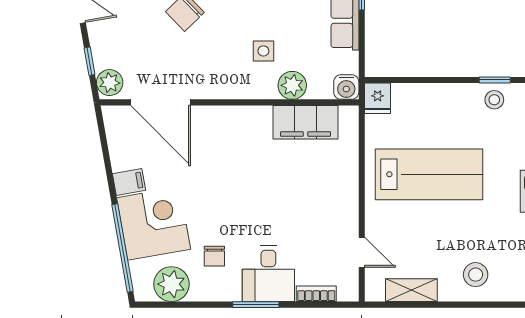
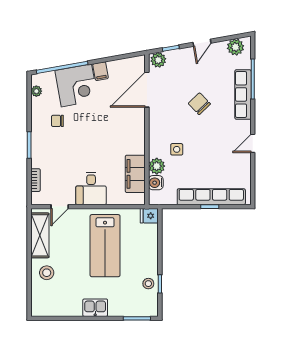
water cooler: (346, 87) -> (156, 183), moved
desk: (268, 274) -> (91, 188), moved, turned -90
plant: (171, 284) -> (36, 91), width x0.53, depth x0.53
shelving: (411, 290) -> (40, 235), width x1.50, depth x1.33

